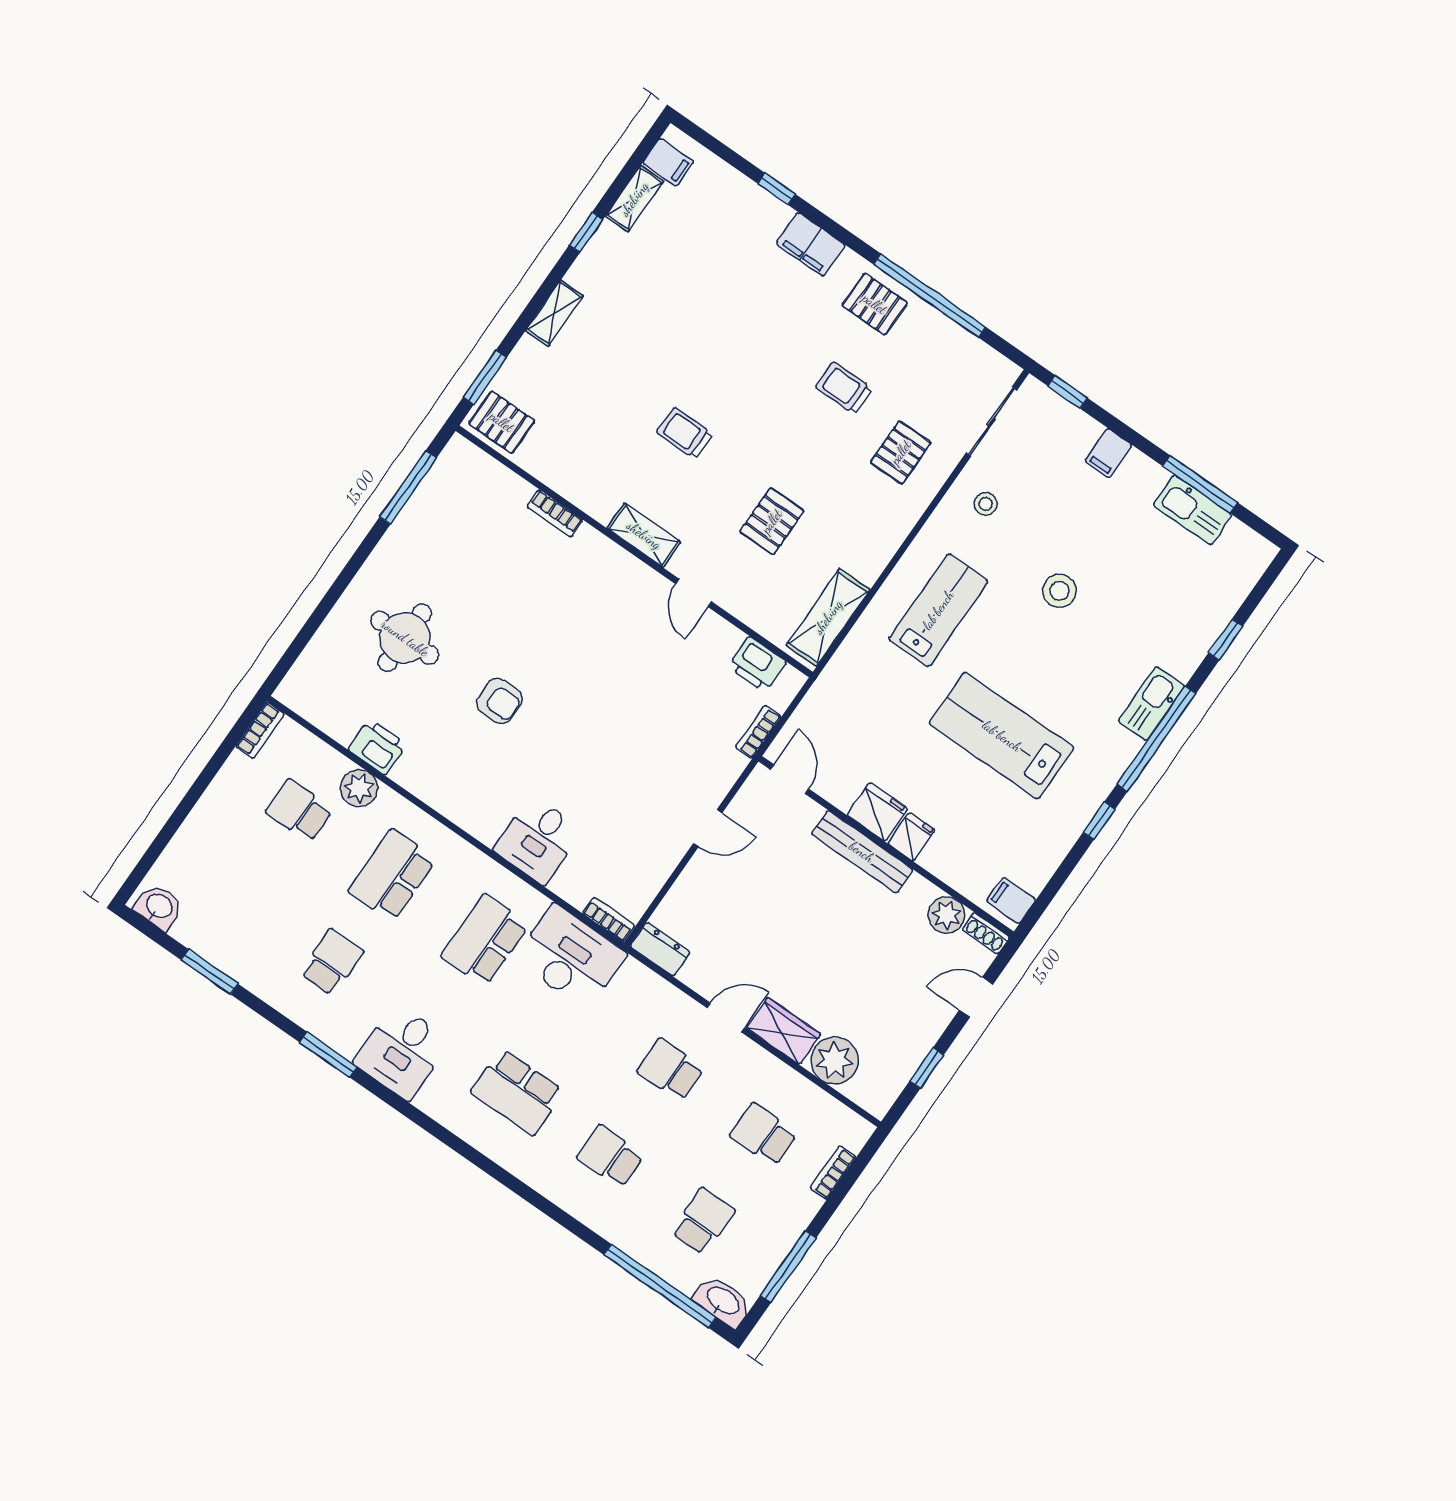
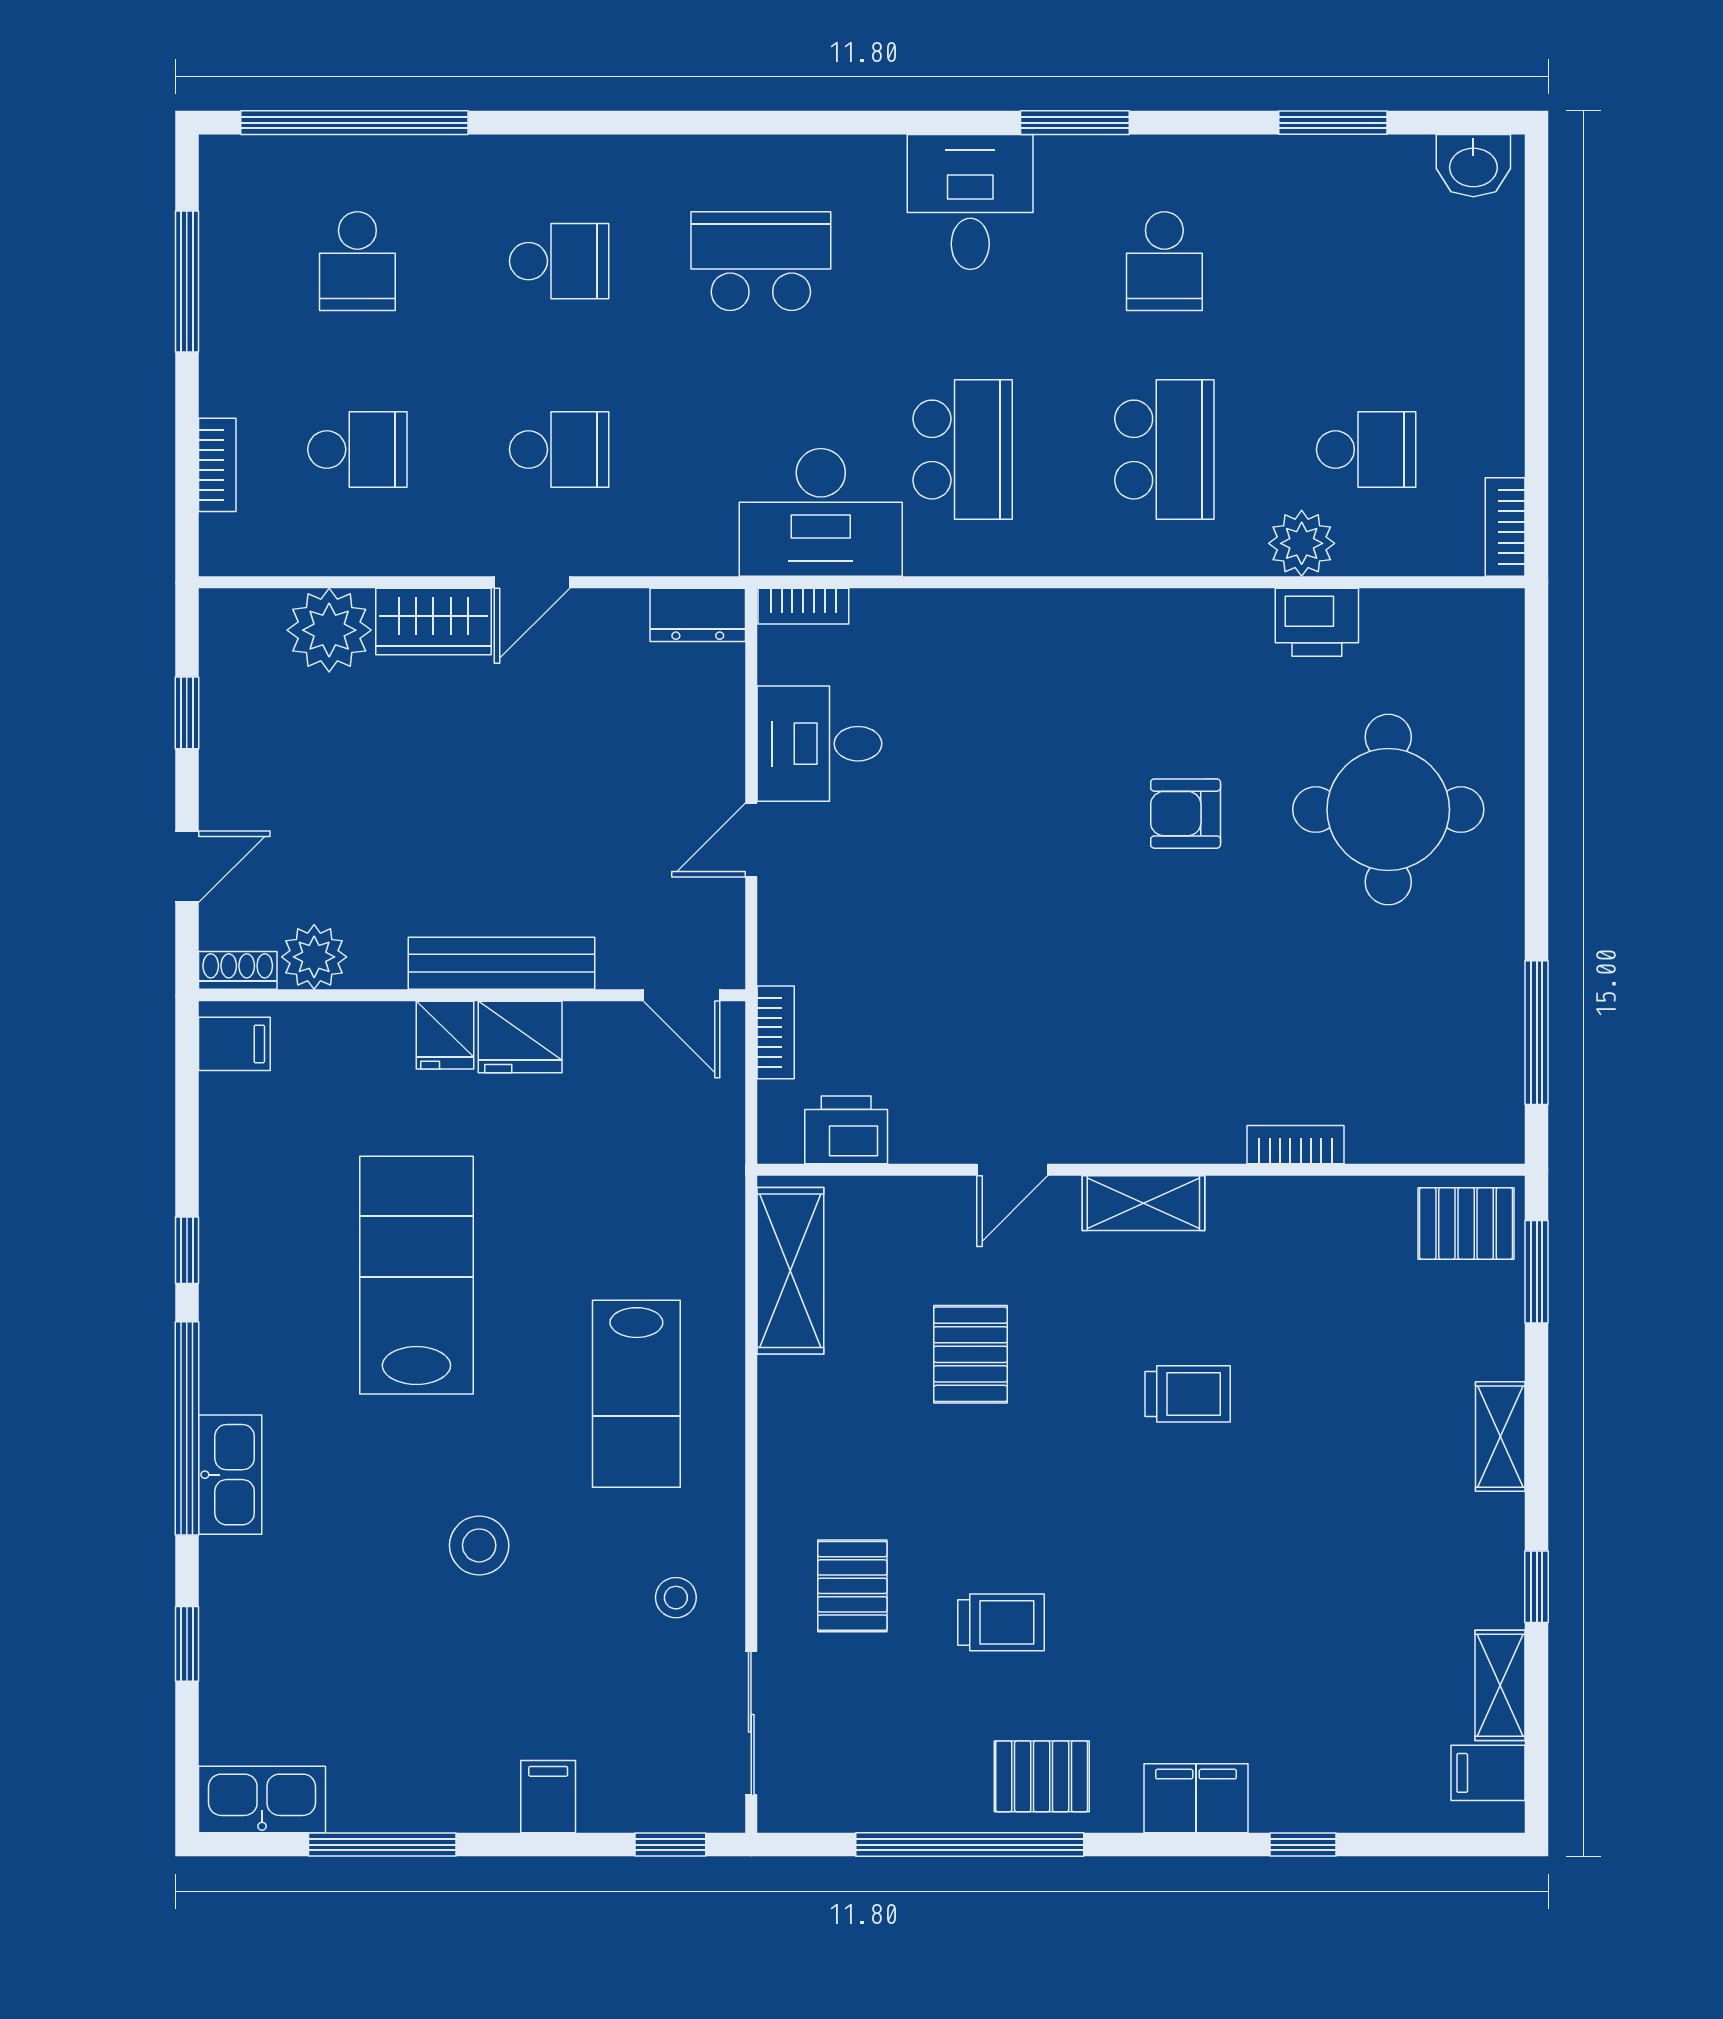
kitchen sink: (1193, 510) -> (262, 1799), moved
door: (693, 593) -> (1012, 1170), swing flipped
round table: (405, 638) -> (1388, 810), width x1.36, depth x1.36
lab bench: (1002, 736) -> (416, 1275), turned -90
desk: (538, 840) -> (819, 744), moved, turned -90
washbasin: (723, 1301) -> (248, 164), removed

